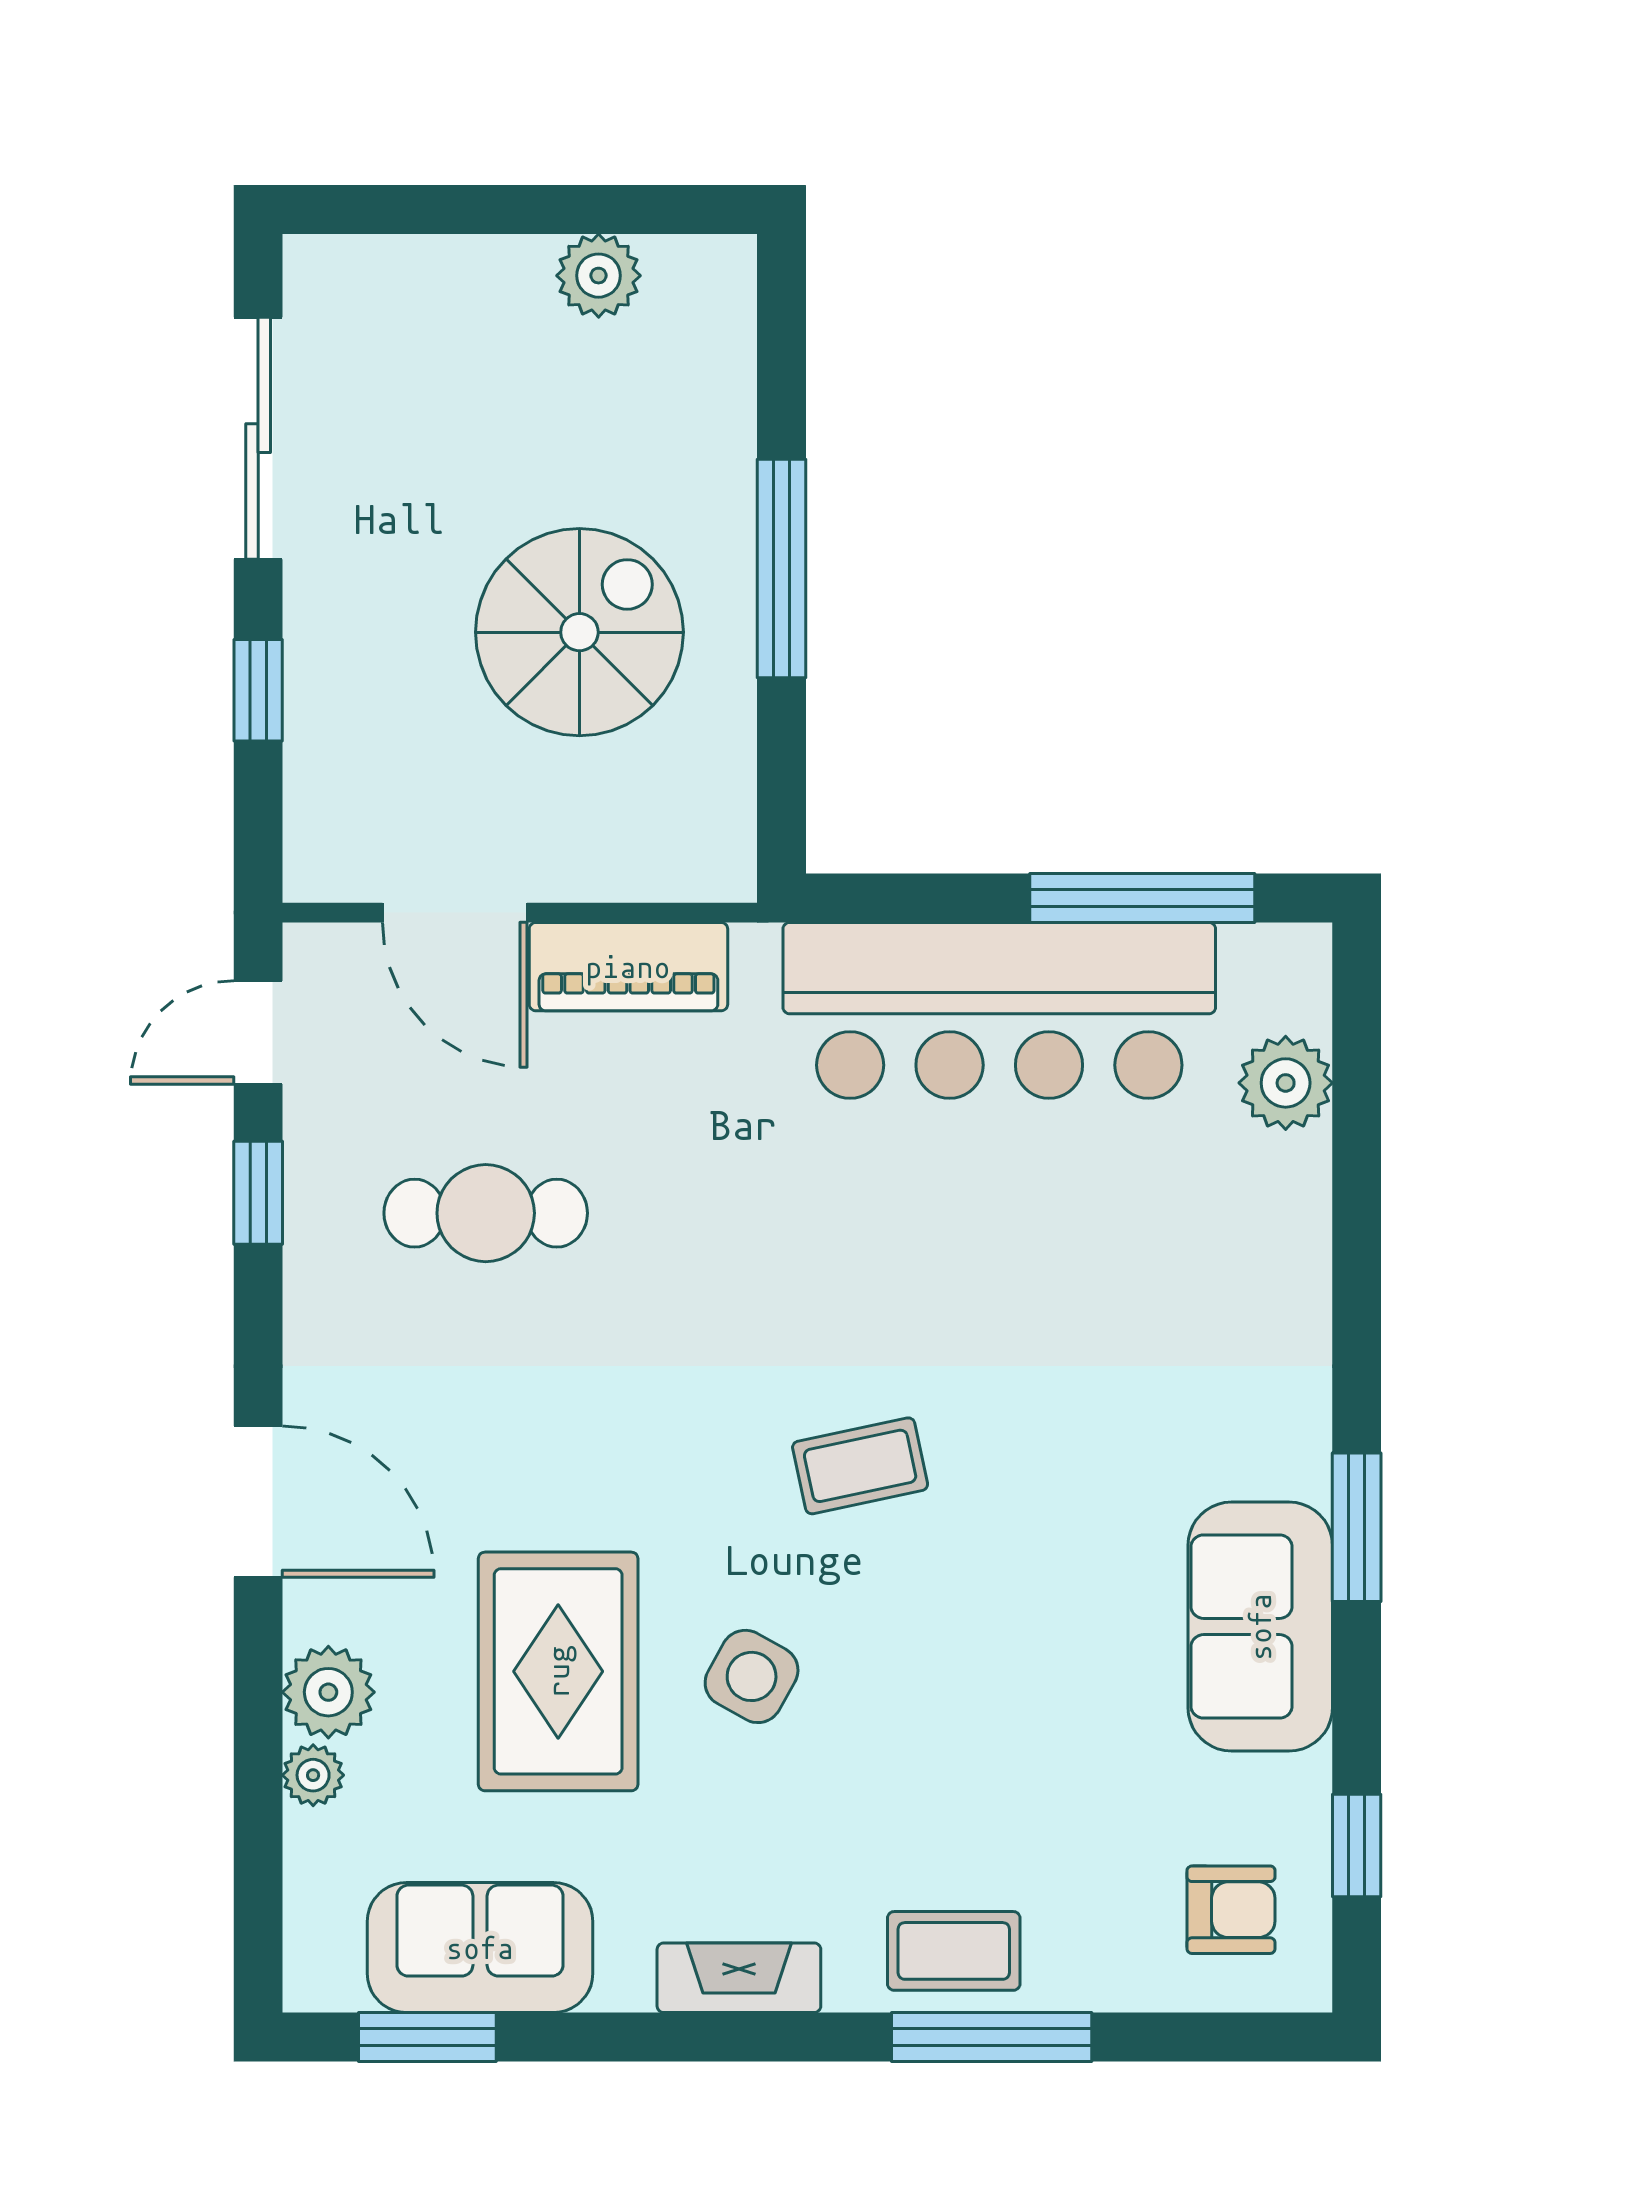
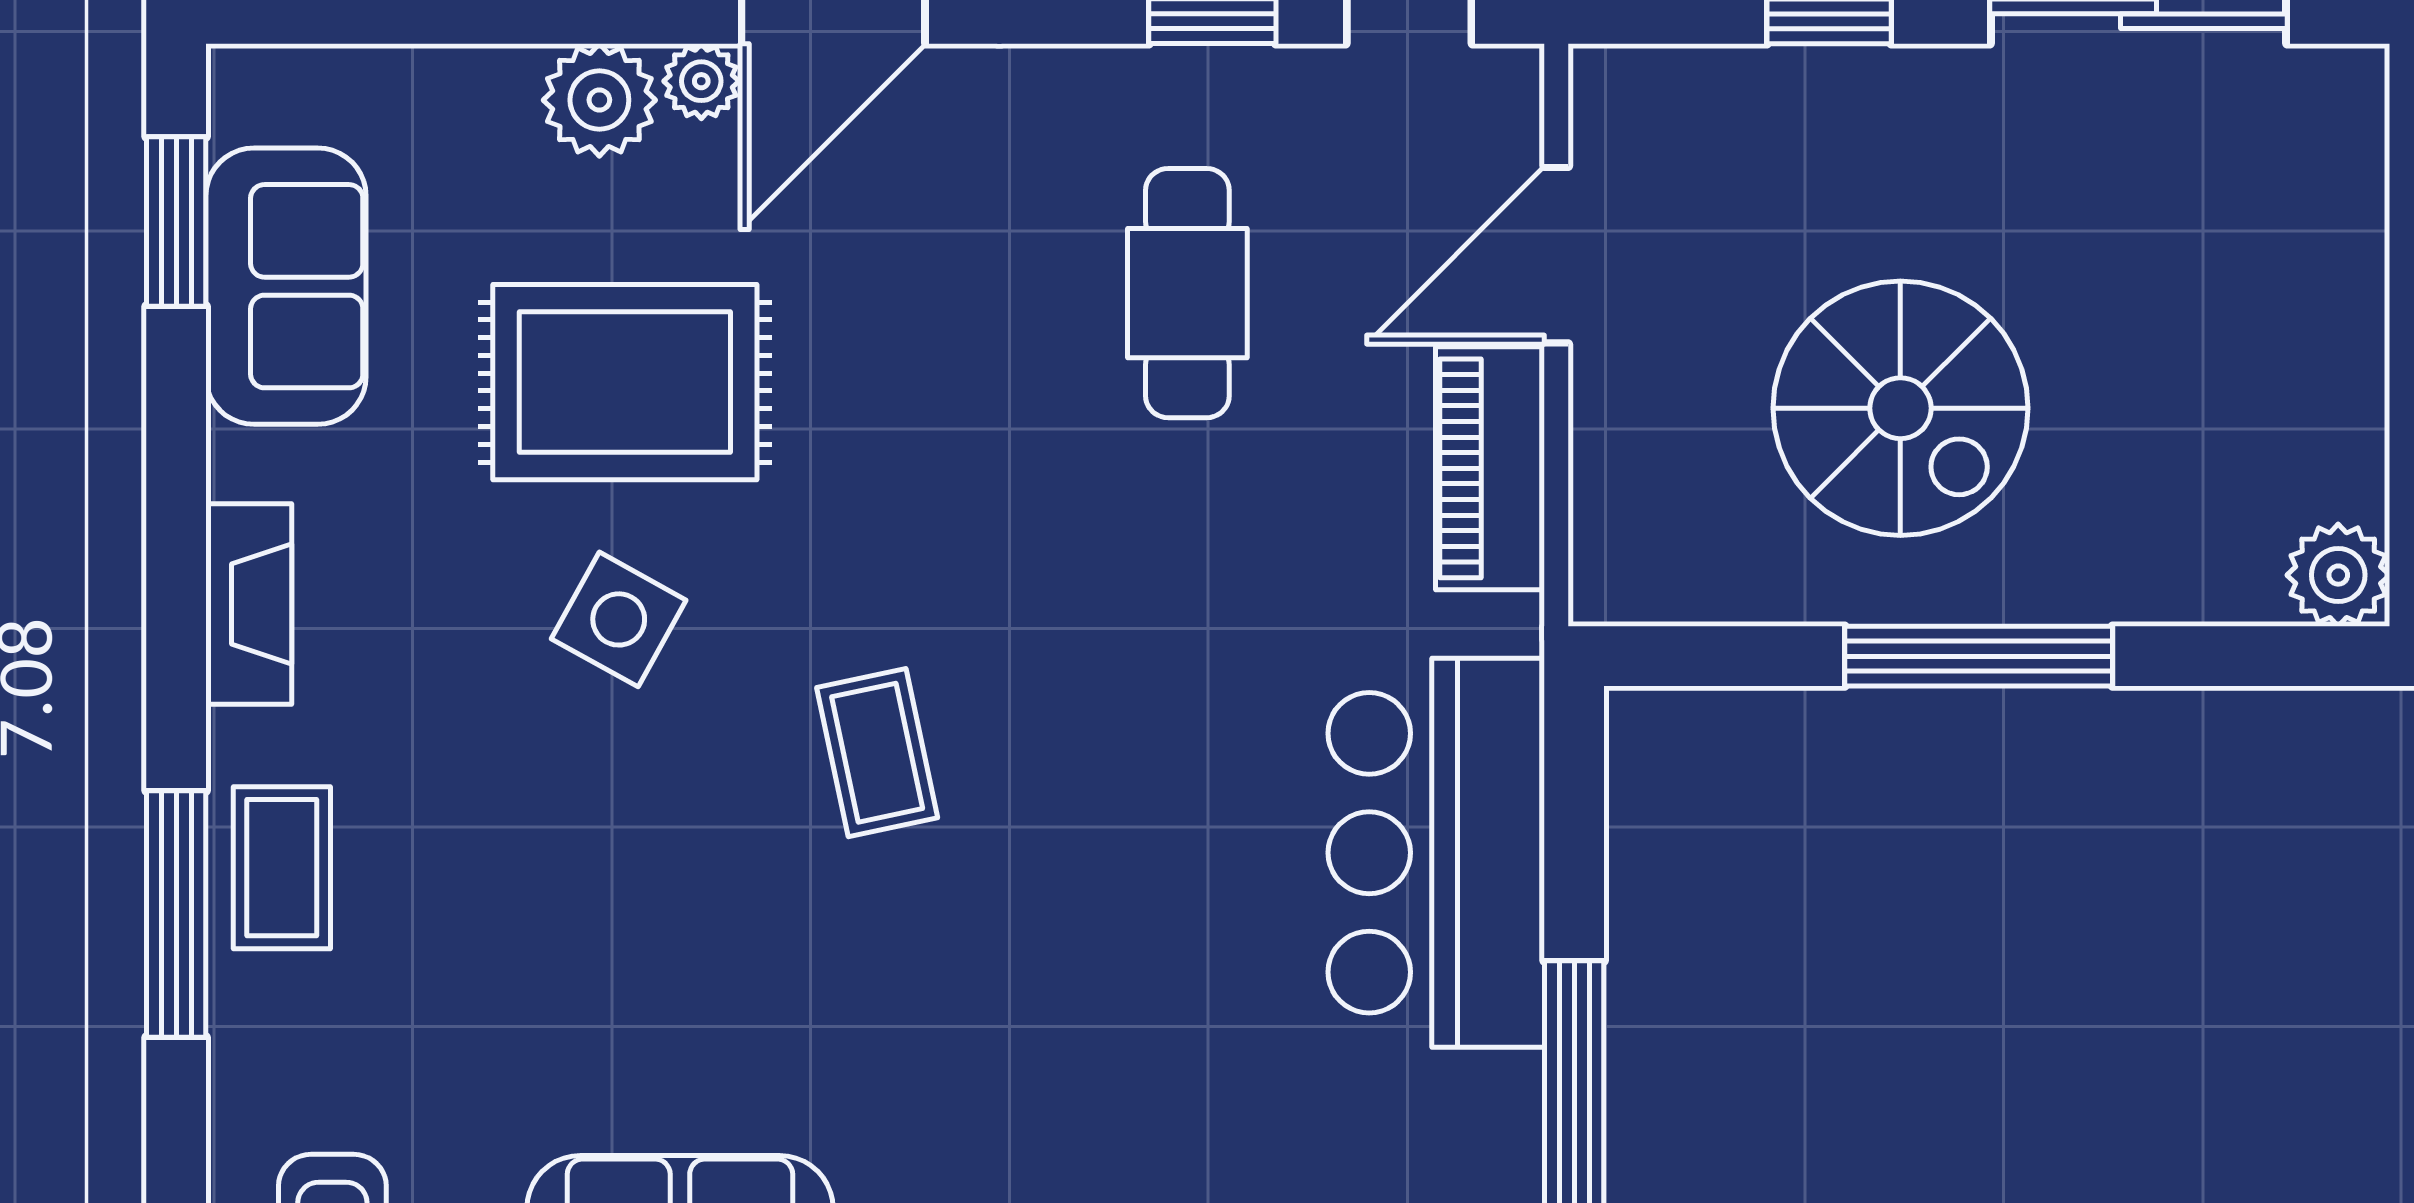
plant: (599, 276) -> (2338, 575), moved
bar counter: (999, 1010) -> (1436, 853), width x0.73
plant: (313, 1775) -> (701, 81), moved

